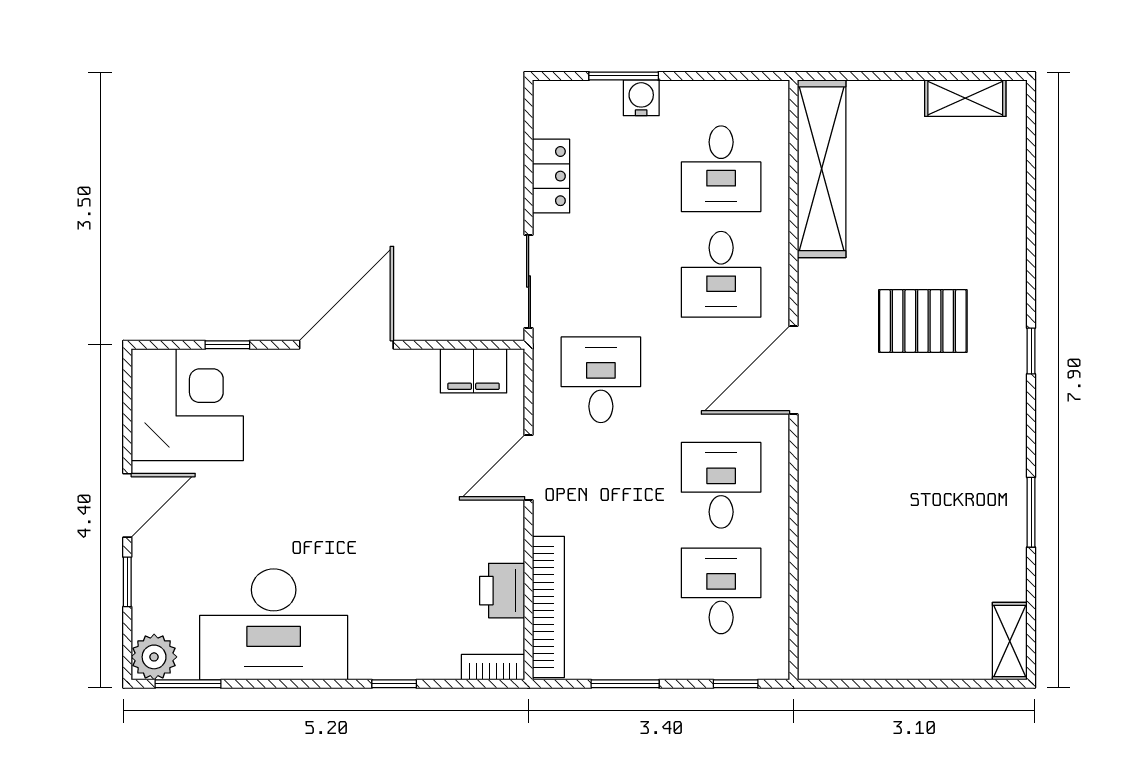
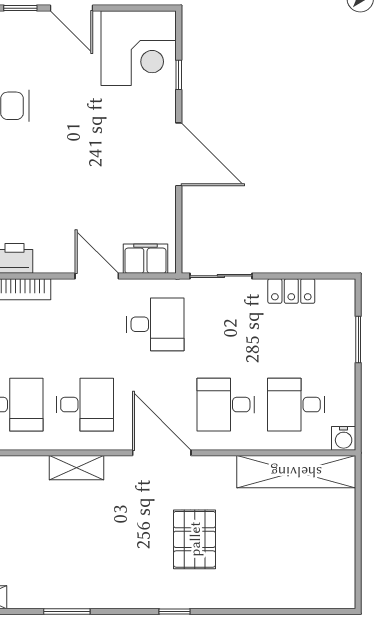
water cooler: (641, 98) -> (344, 438), moved, turned 90
shelving: (965, 98) -> (77, 468), moved, turned 90
filing cabinet: (474, 371) -> (145, 259), moved, turned 90

